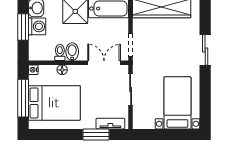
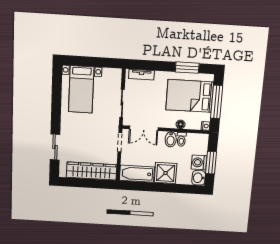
sliding door: (205, 50) -> (55, 147), moved
window: (96, 135) -> (187, 68), moved

